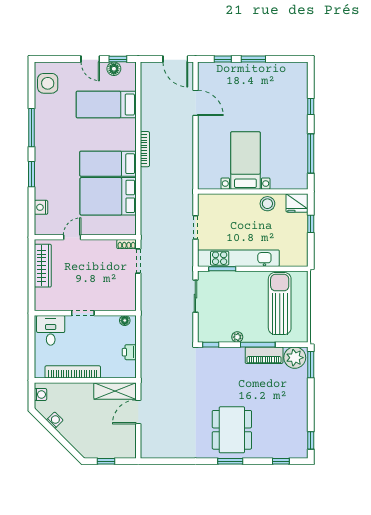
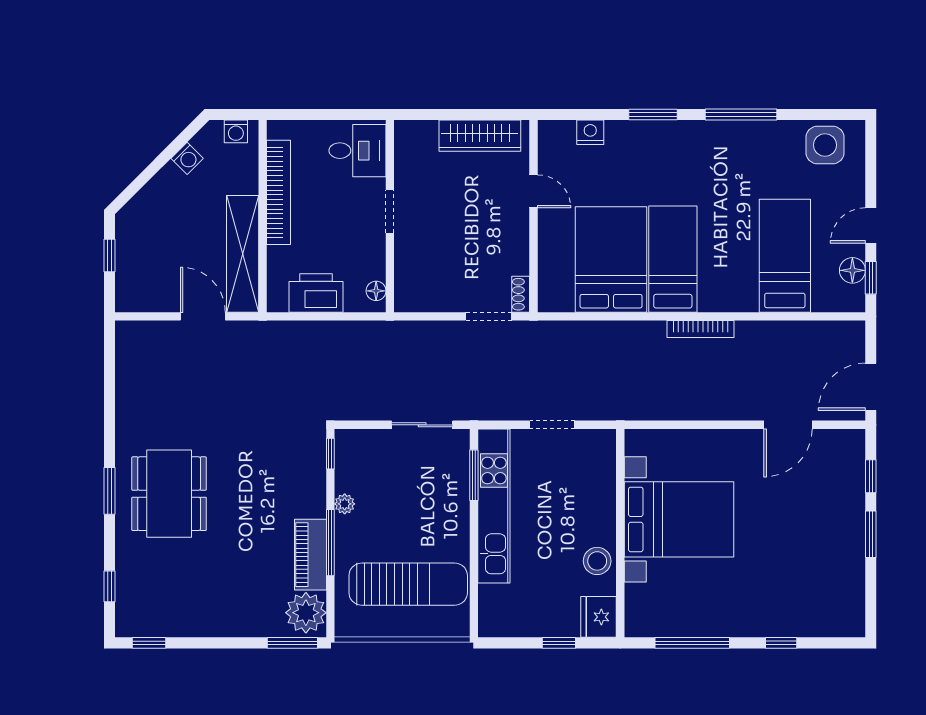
bed with nightstands: (245, 160) -> (679, 519), width x1.36
printer: (129, 352) -> (316, 293), width x1.87, depth x1.48
shelving: (115, 391) -> (243, 254), width x1.47
dining table: (232, 430) -> (169, 494), turned 90

